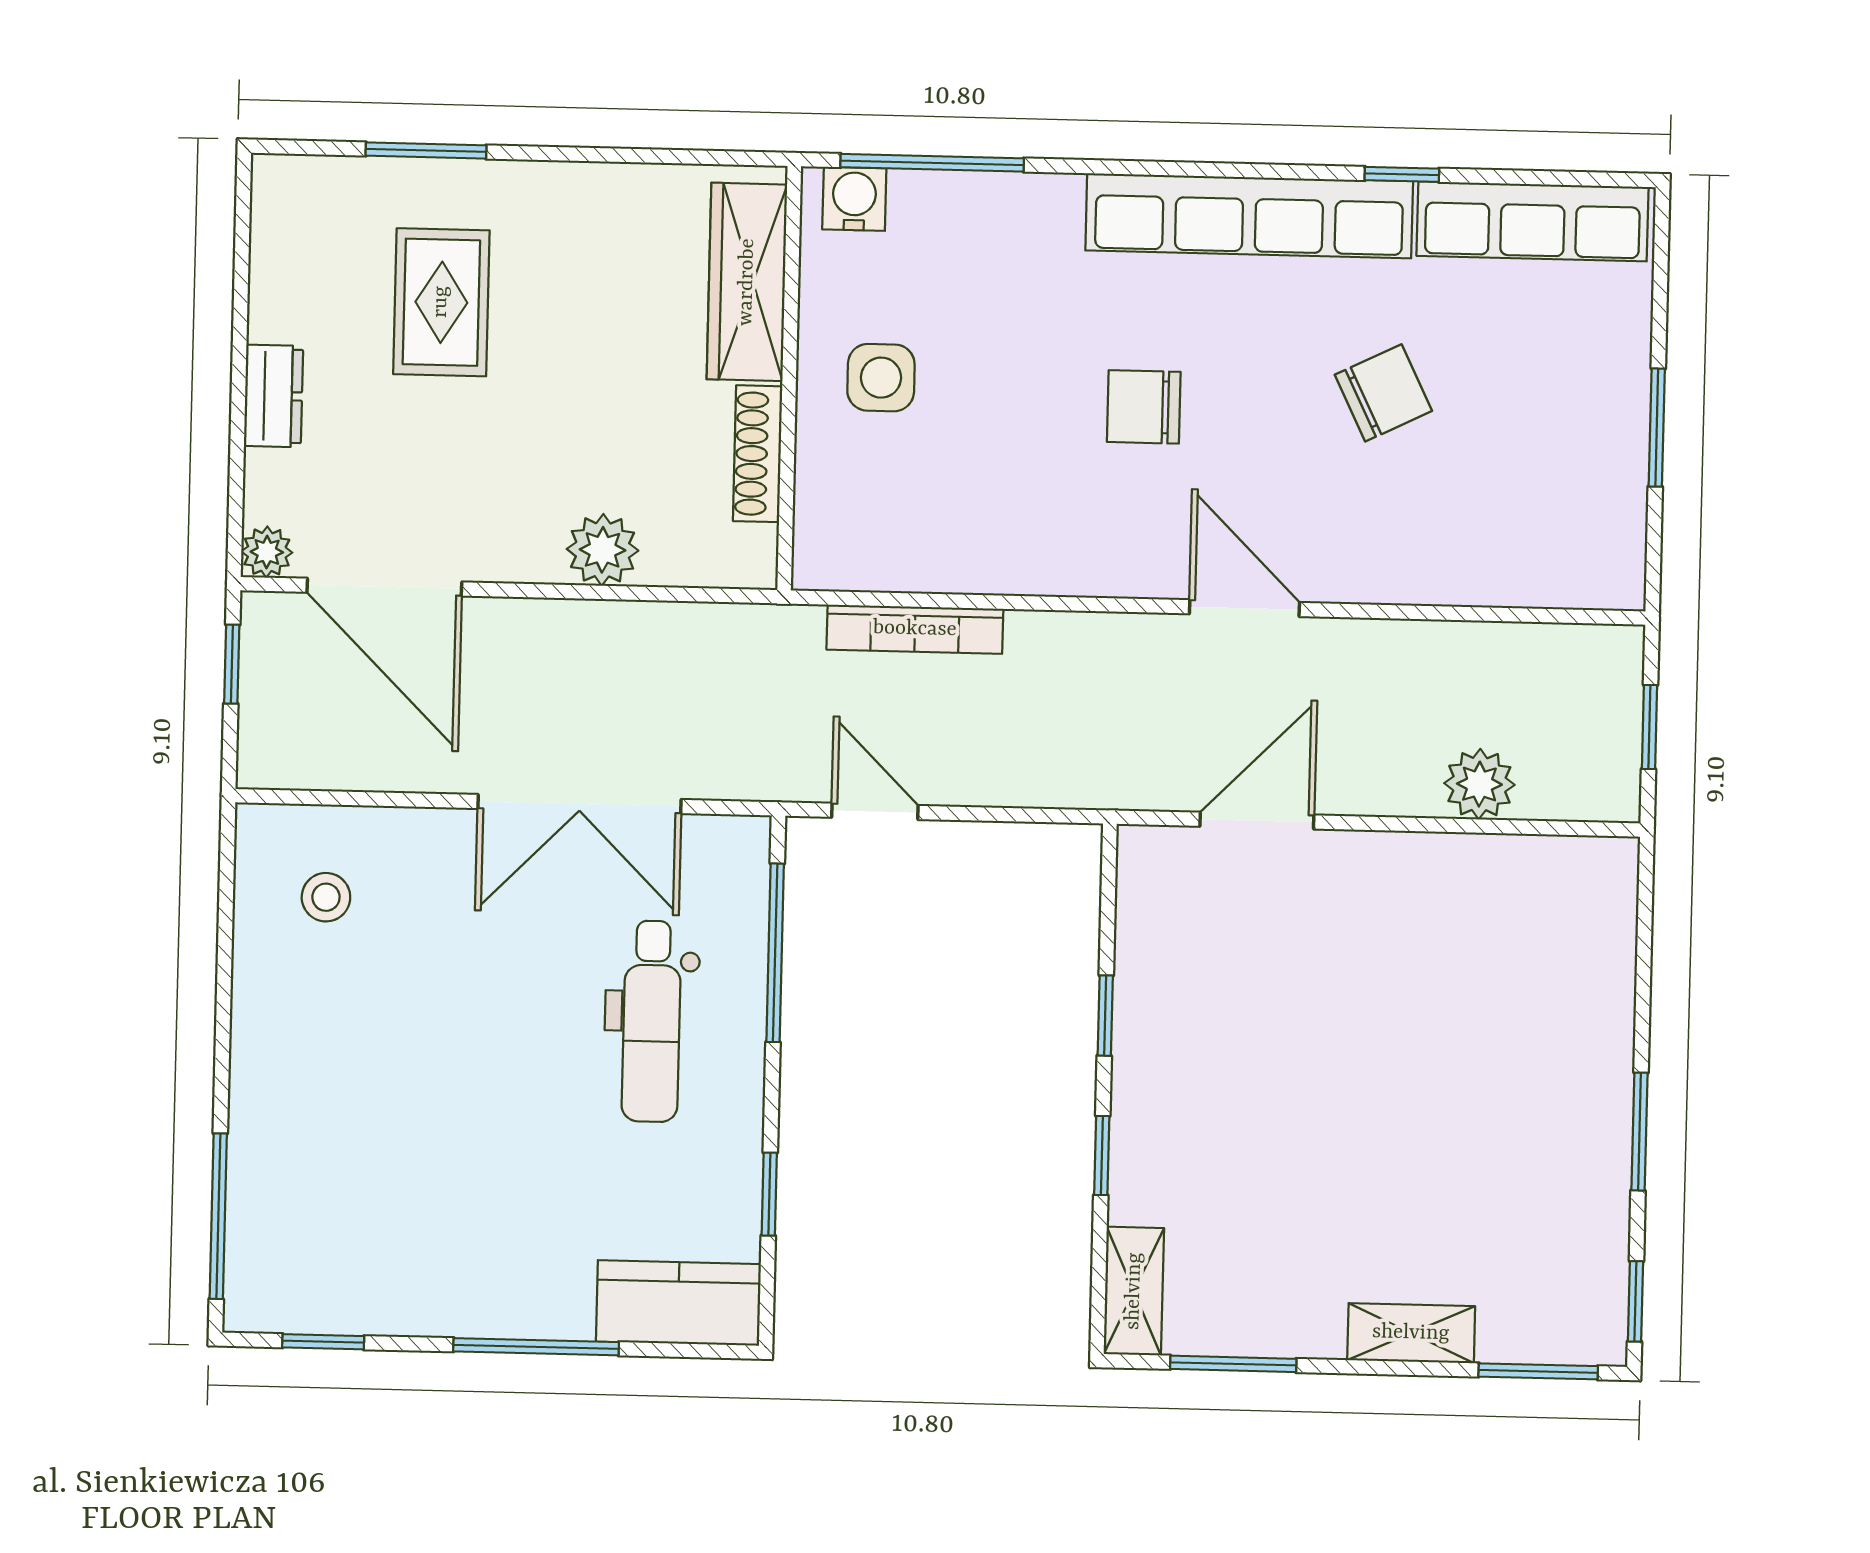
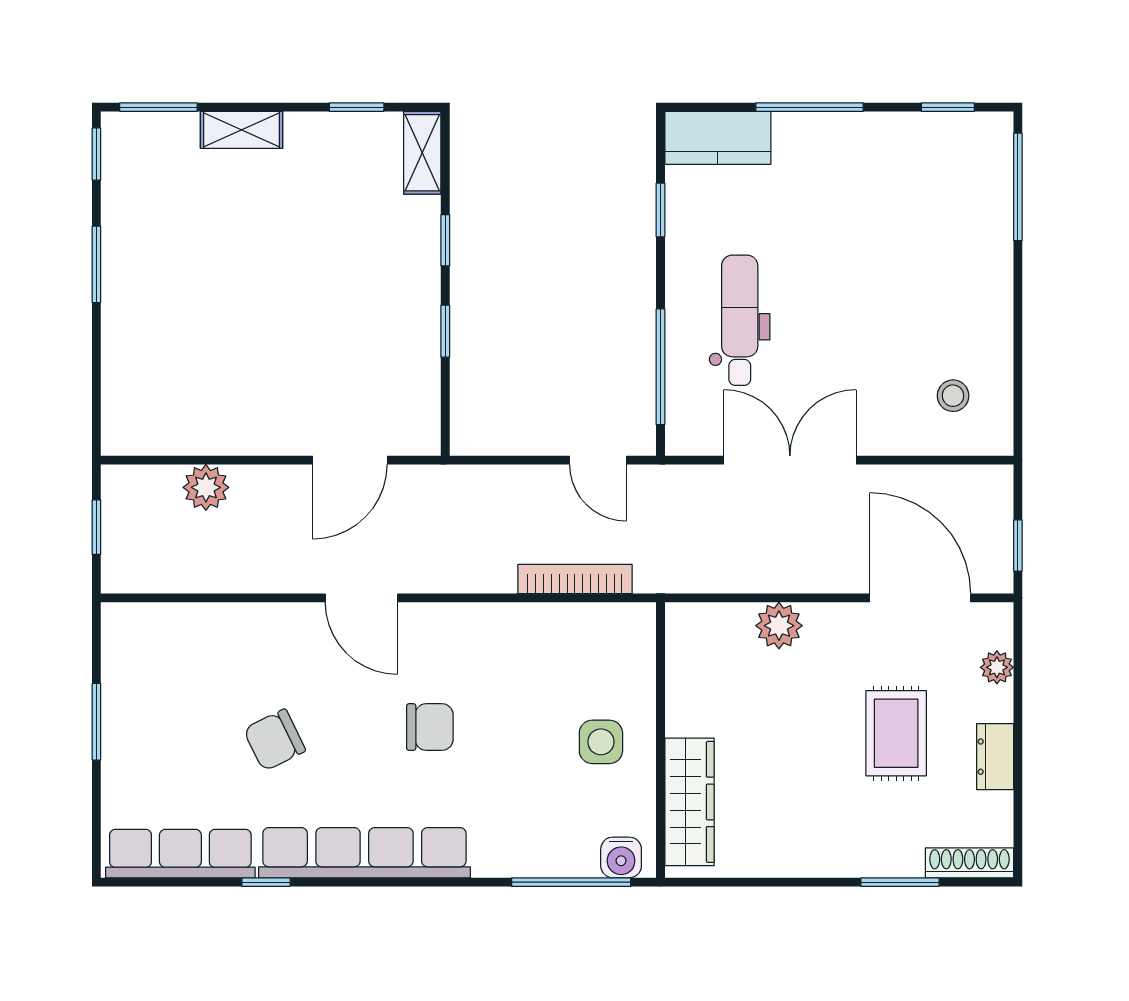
rug: (441, 302) -> (896, 733), moved
dresser: (274, 396) -> (995, 757), moved
shoe rack: (758, 454) -> (969, 863), moved, turned -90
plant: (267, 552) -> (997, 667), moved
window: (1233, 1364) -> (357, 107), width x0.67

